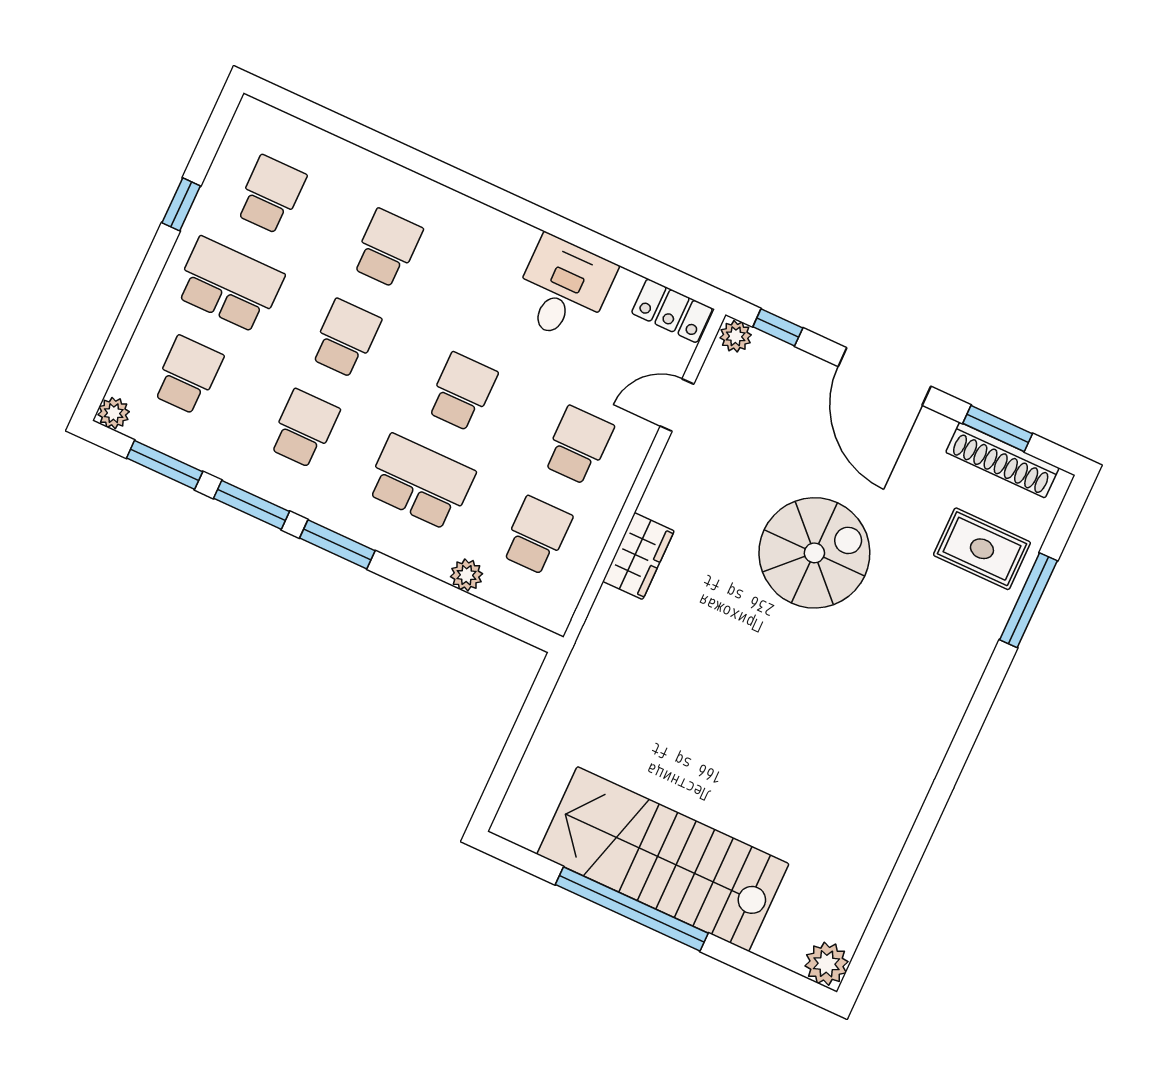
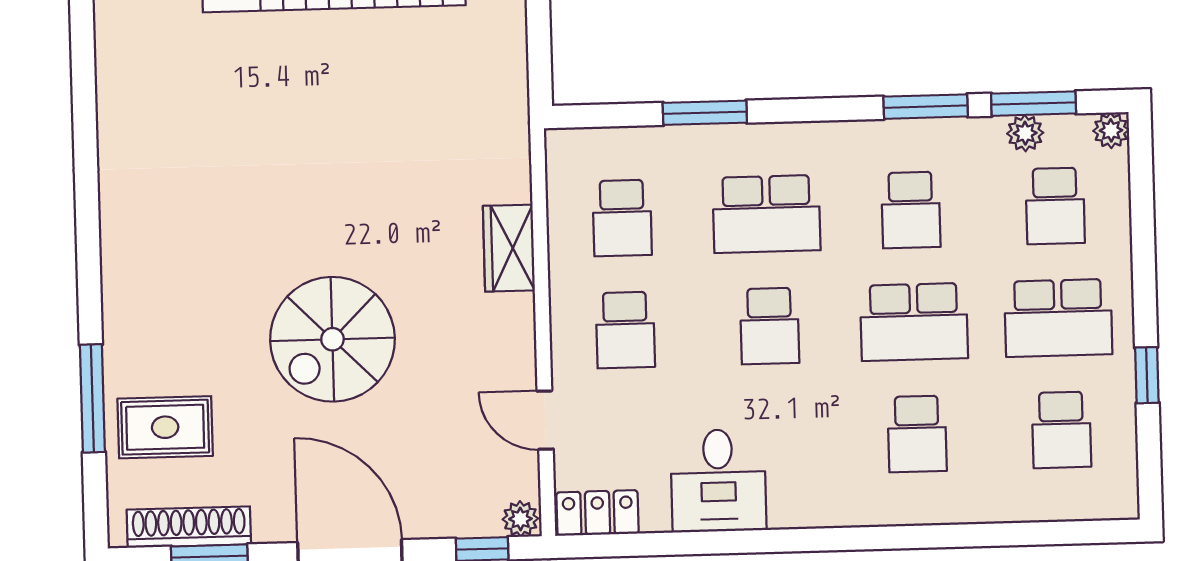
school desk: (345, 338) -> (914, 322), width x1.85
door: (677, 405) -> (545, 420), swing flipped
window: (337, 544) -> (705, 113), moved
plant: (466, 575) -> (1025, 133), moved

